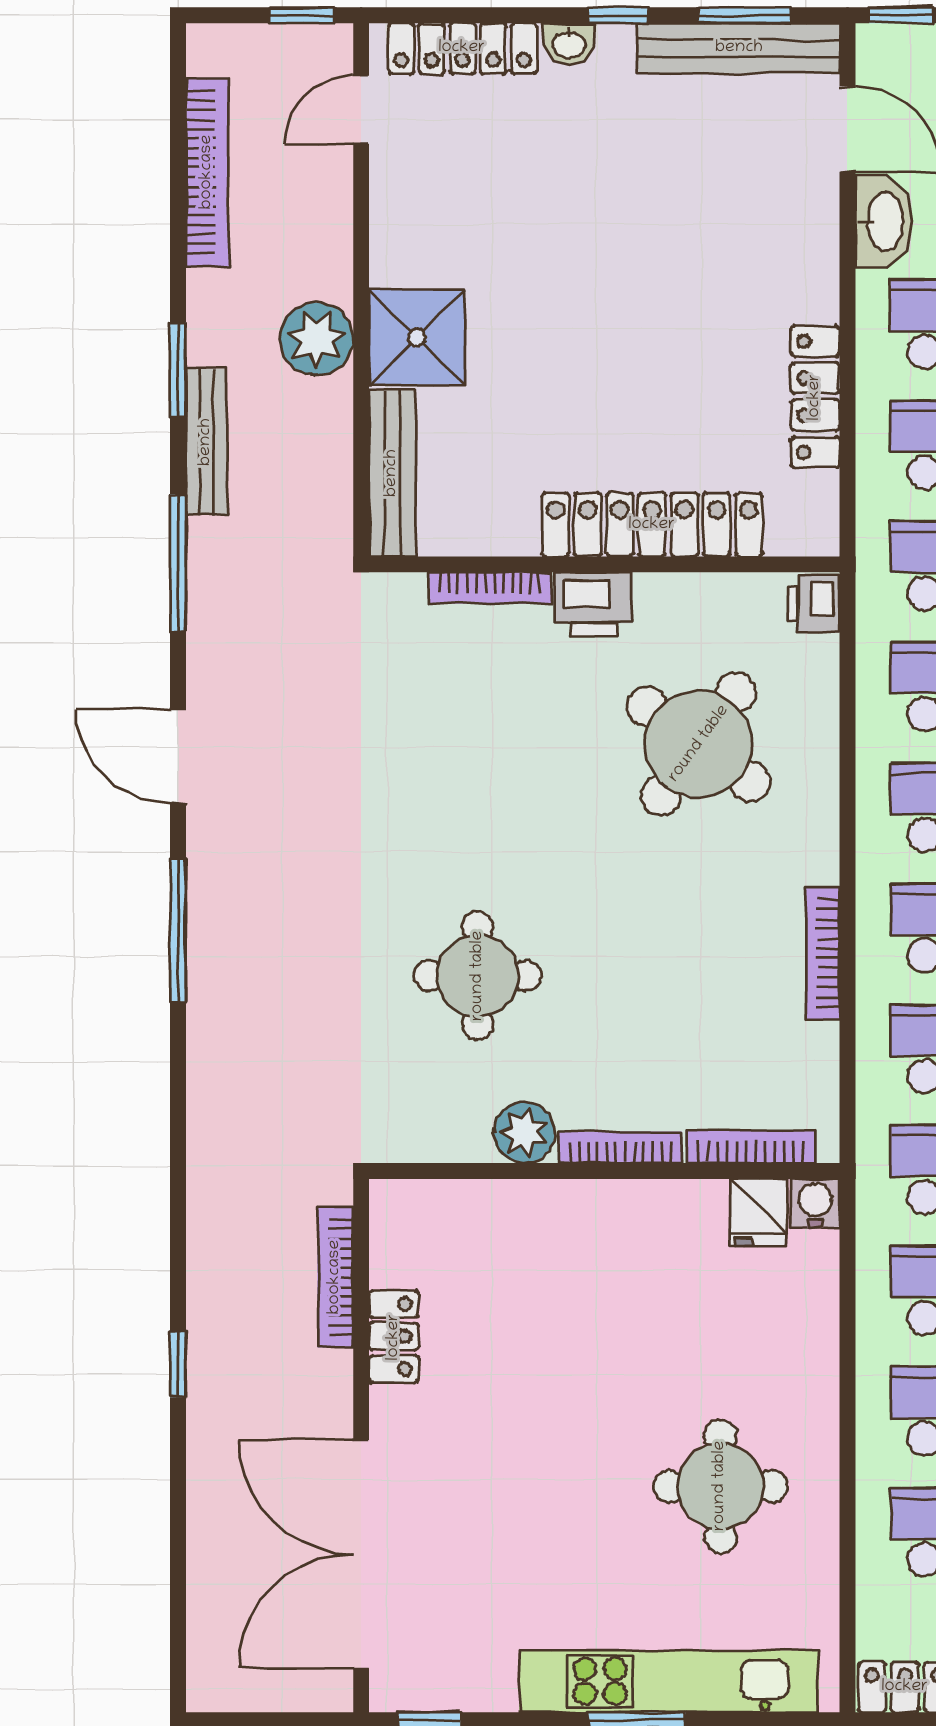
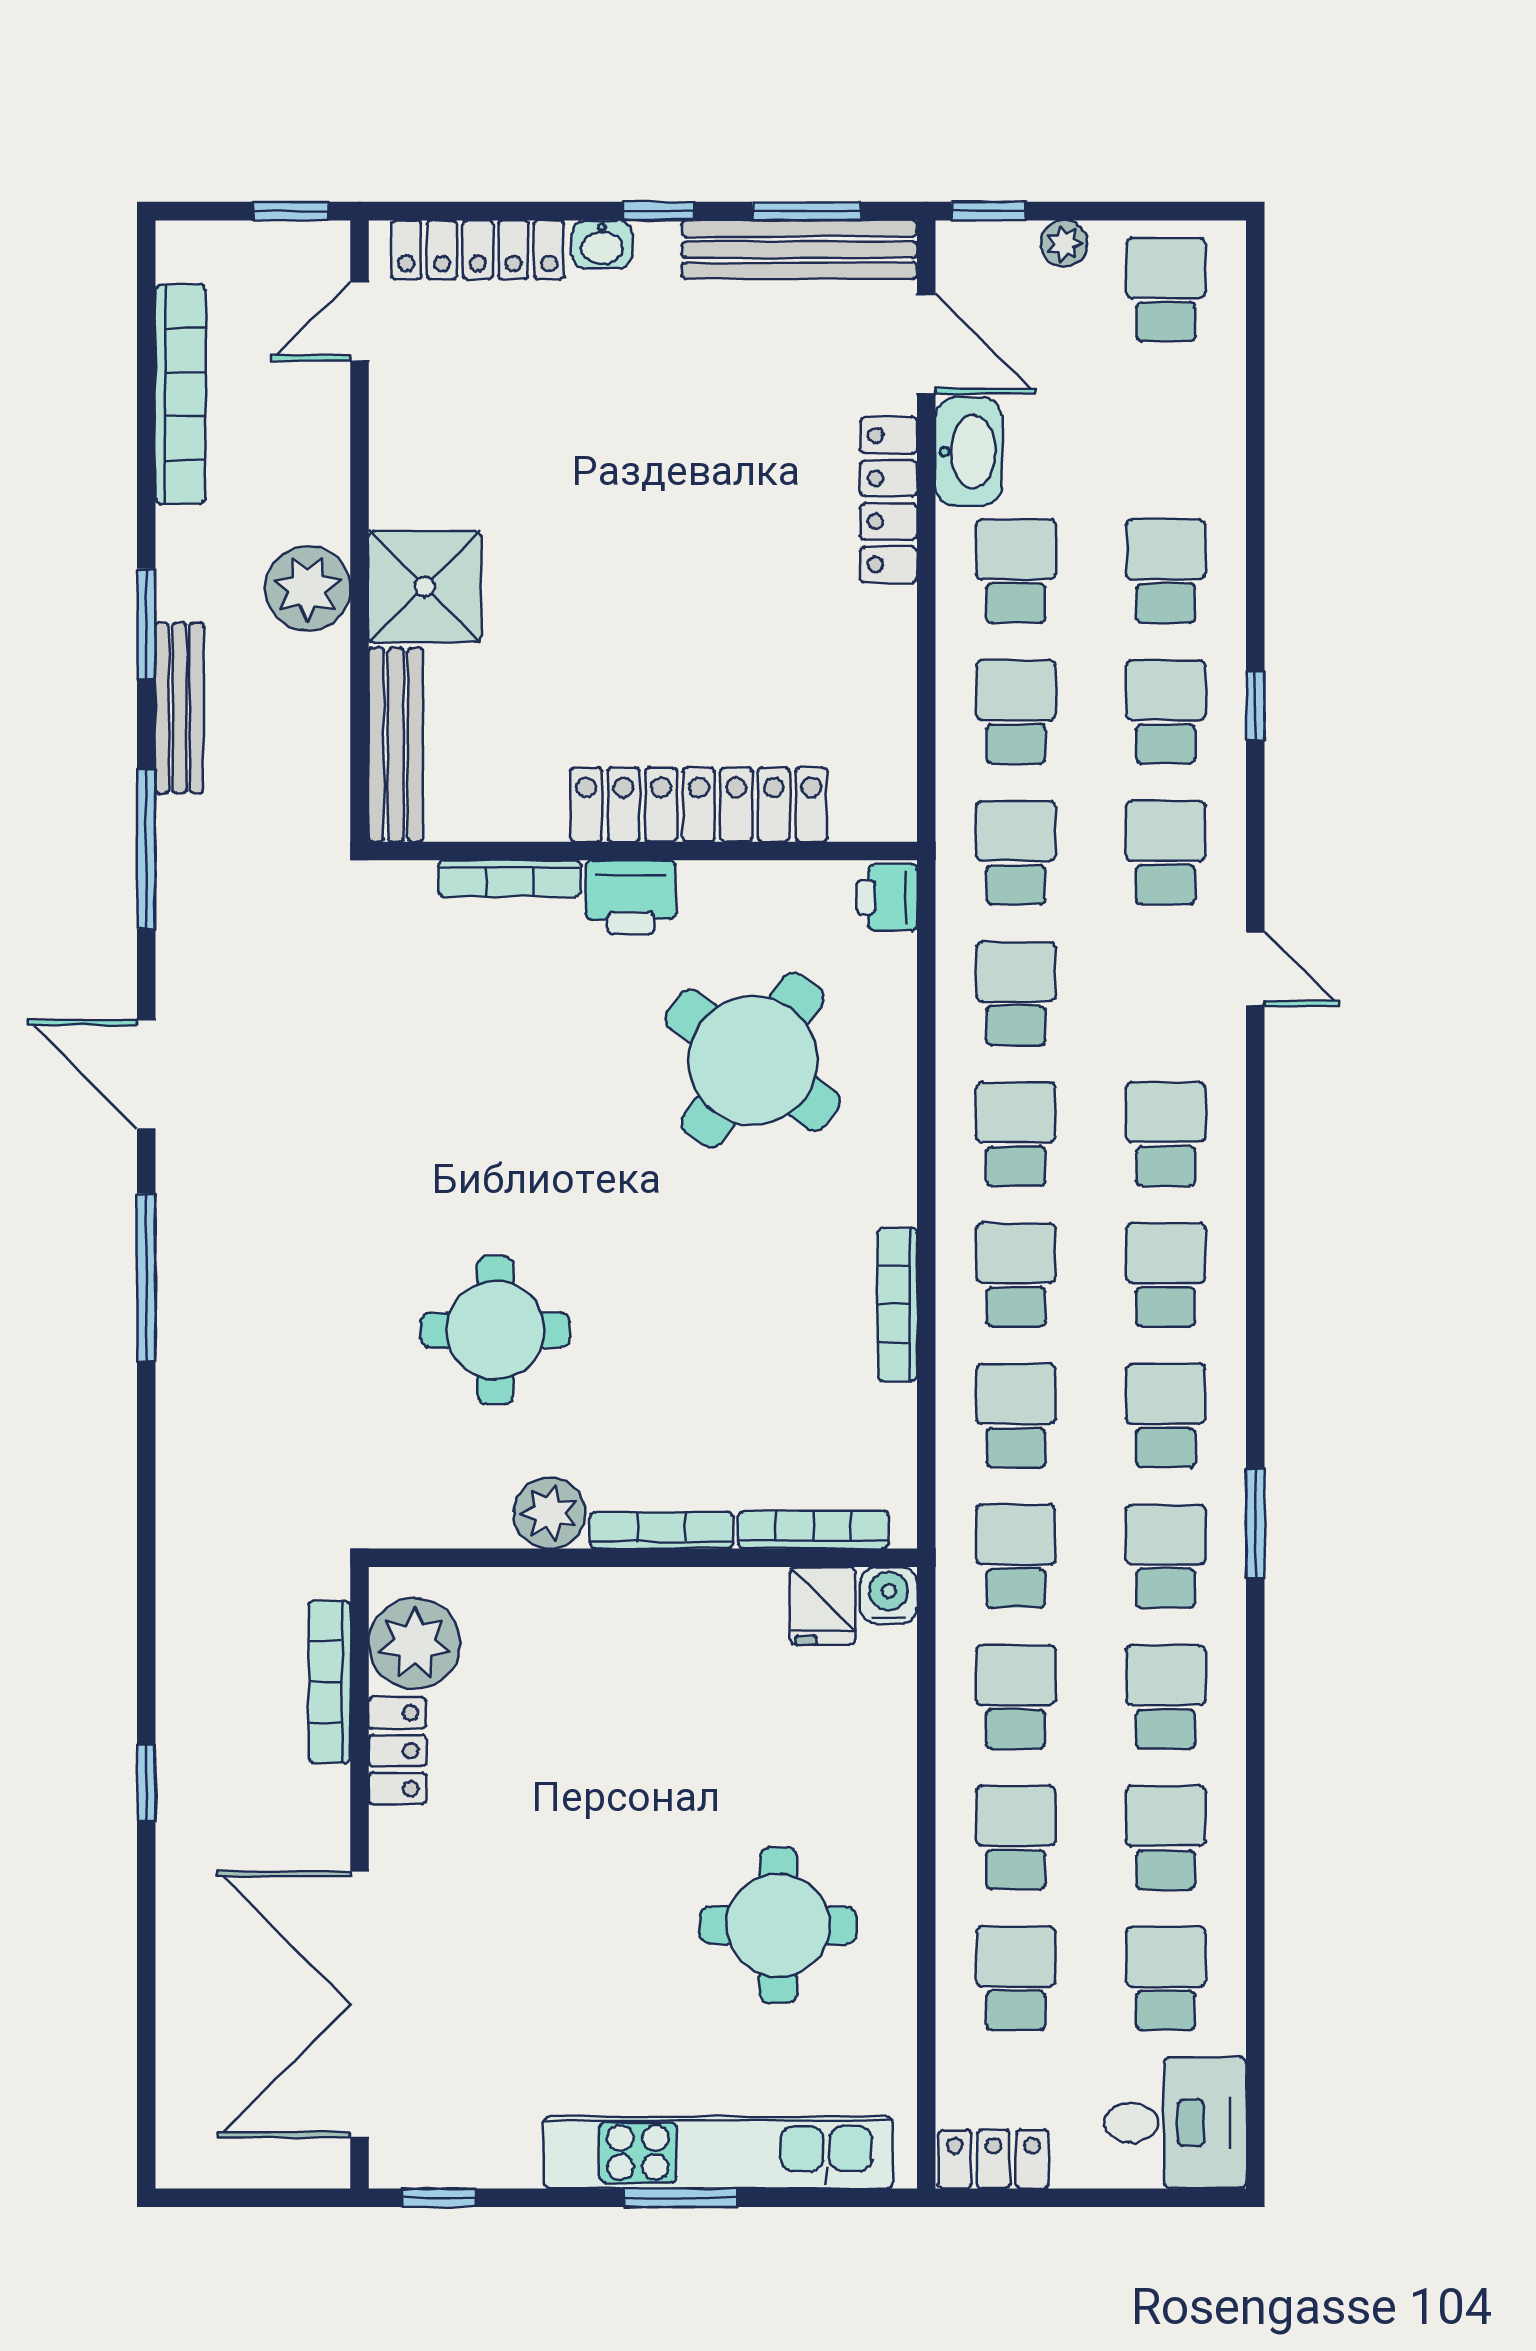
locker: (815, 397) -> (889, 500), moved
plant: (408, 1244) -> (414, 1643), added

